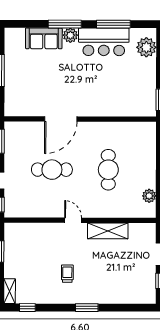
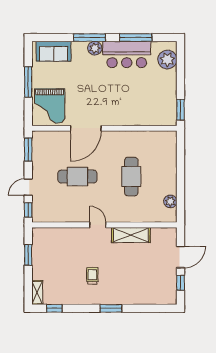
sofa: (44, 38) -> (54, 51), moved
grand piano: (23, 96) -> (50, 106), added

